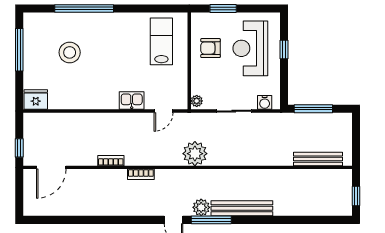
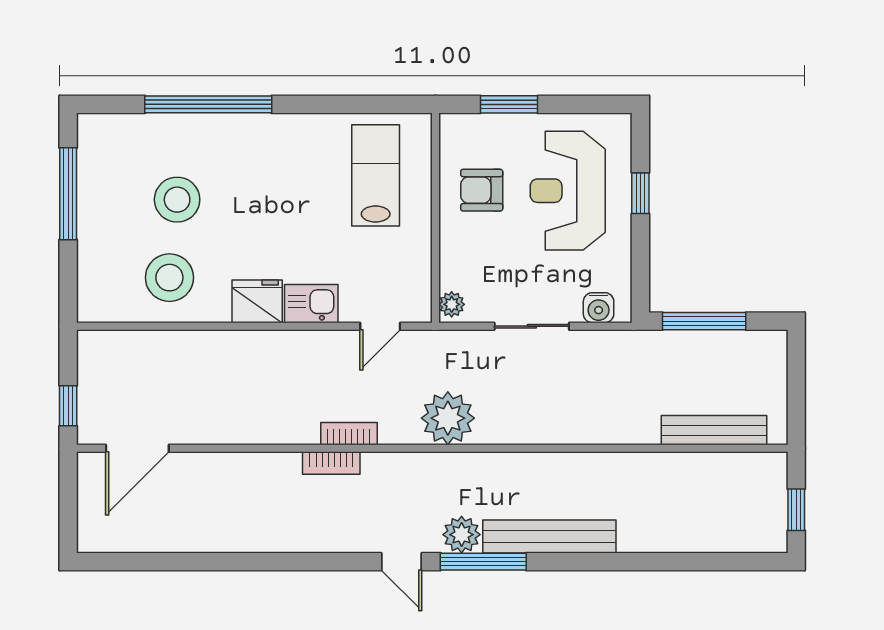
stool: (66, 89) -> (169, 278), added
fridge: (36, 100) -> (257, 301), moved
bookcase: (111, 161) -> (349, 434), moved

